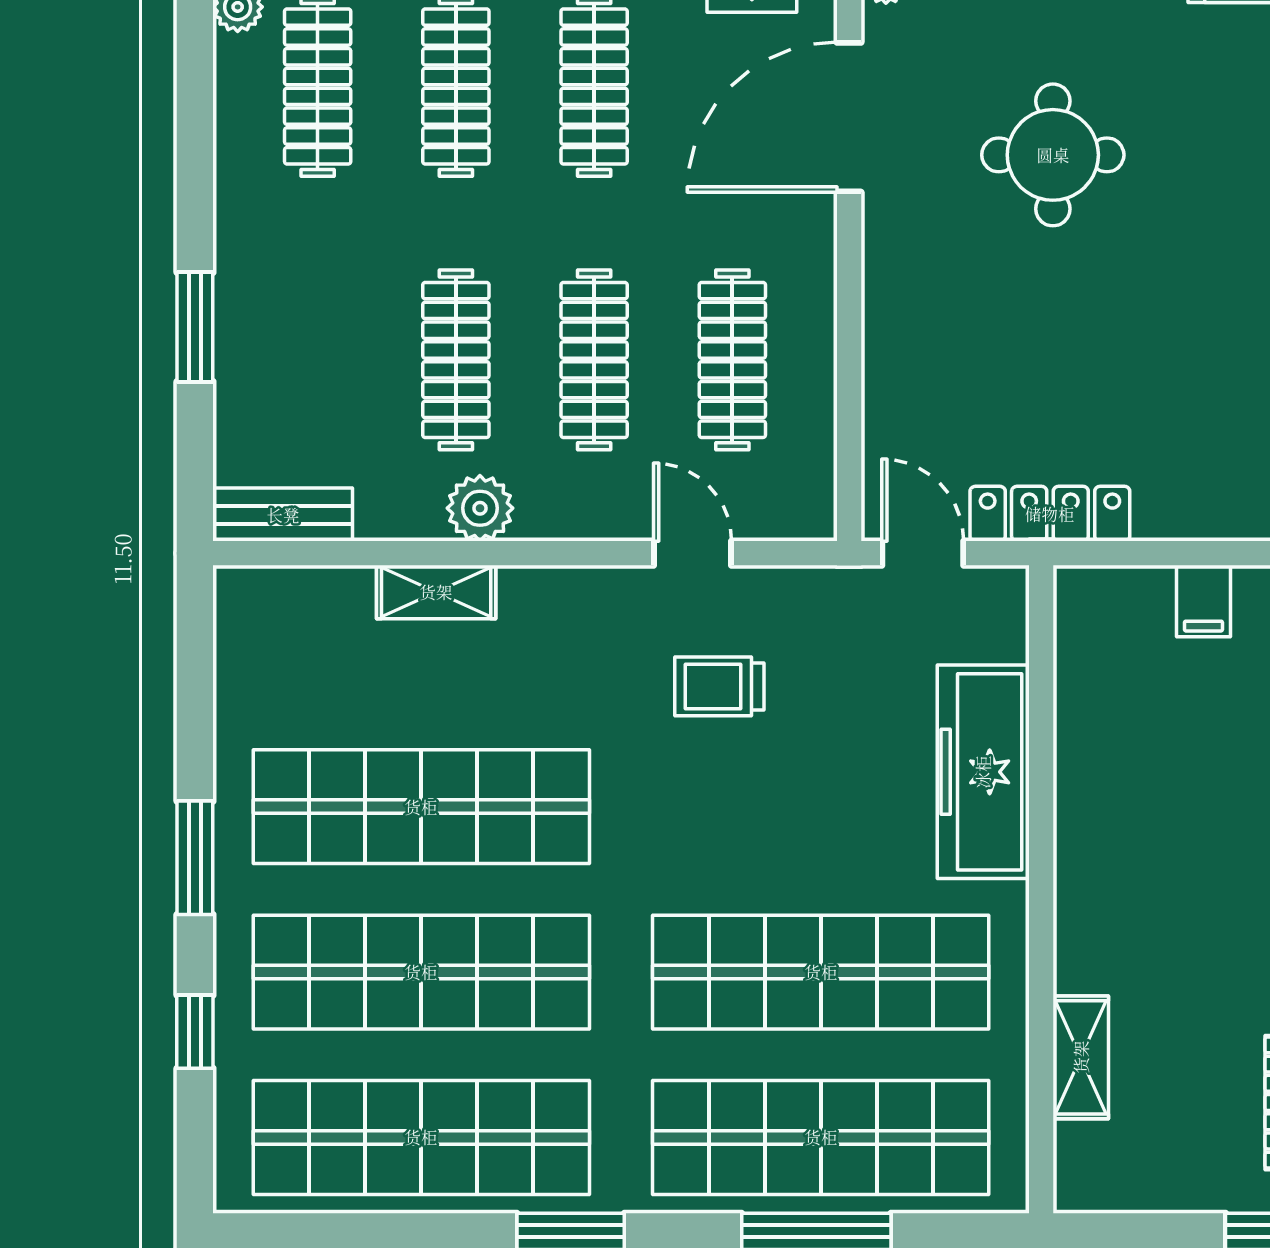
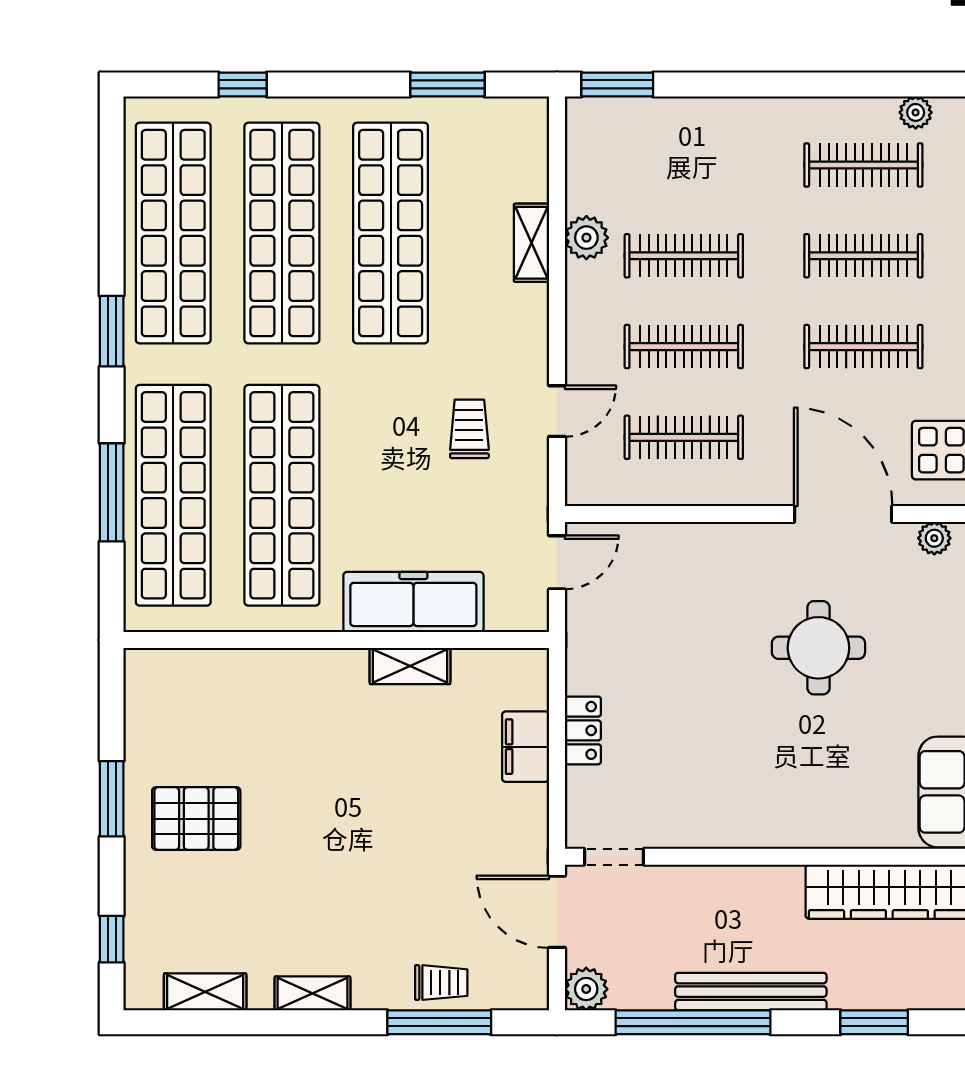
window: (195, 327) -> (617, 84), moved
plant: (480, 508) -> (586, 238), moved
locker: (1050, 514) -> (583, 730), moved, width x0.66
bench: (283, 515) -> (582, 142), removed
filing cabinet: (1203, 601) -> (526, 747), width x2.00
window: (195, 858) -> (447, 84), moved
shelving: (1081, 1057) -> (410, 666), moved

